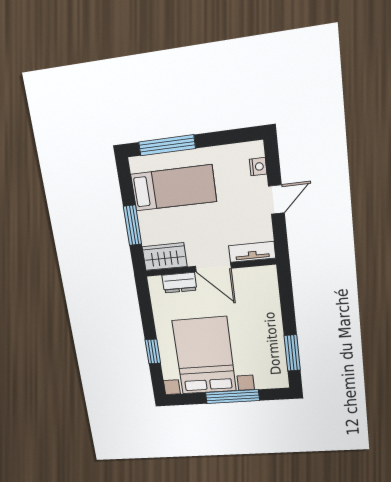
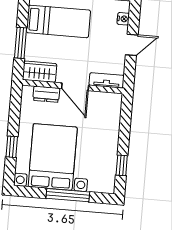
window: (292, 353) -> (122, 165), width x0.67

